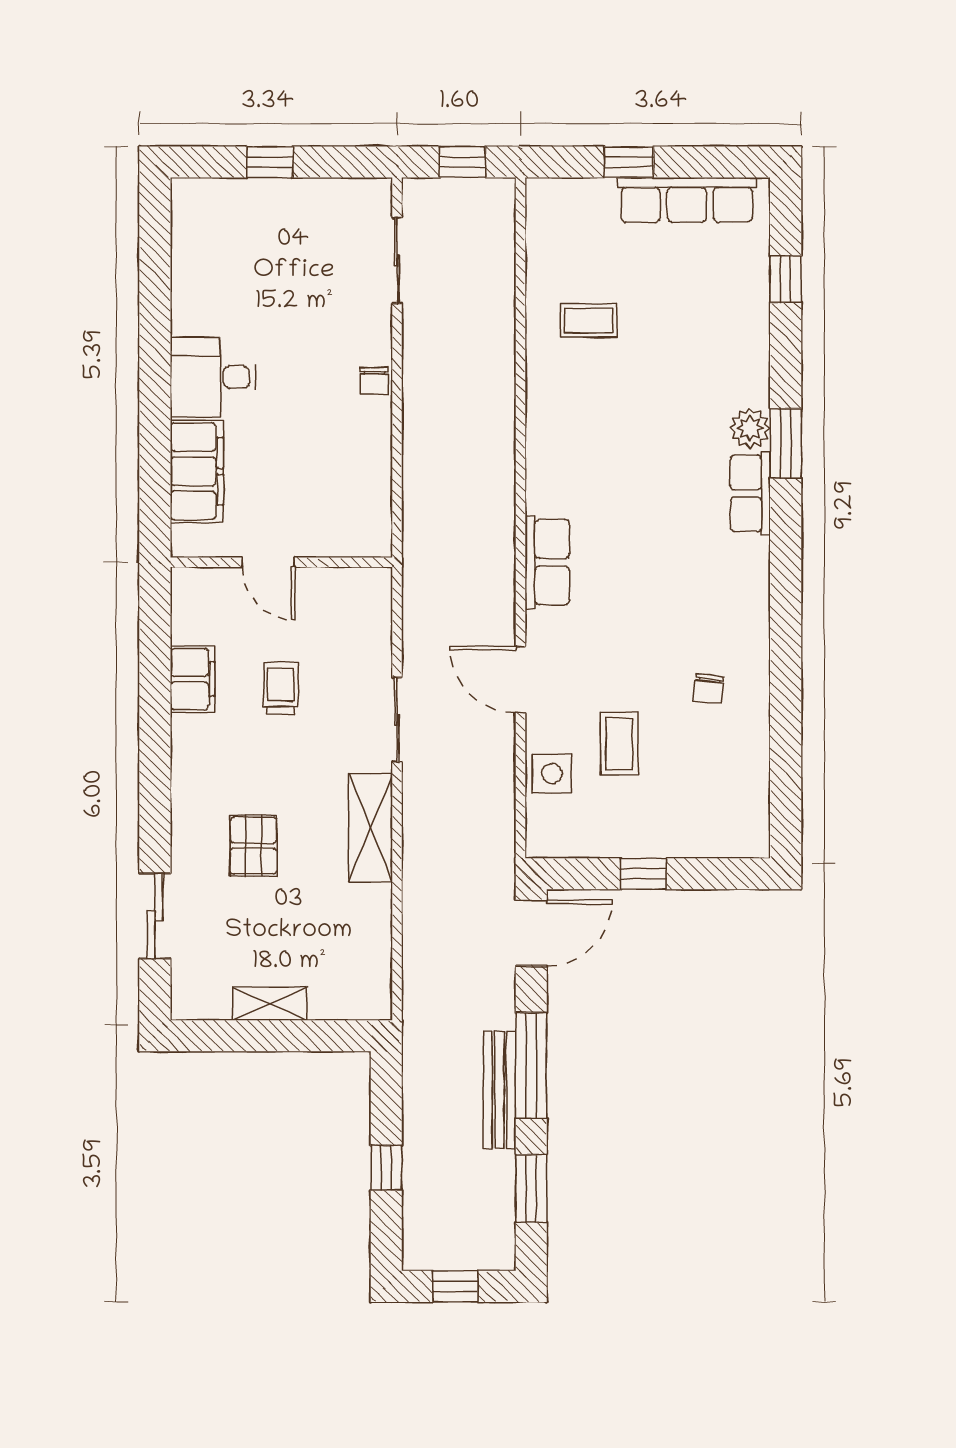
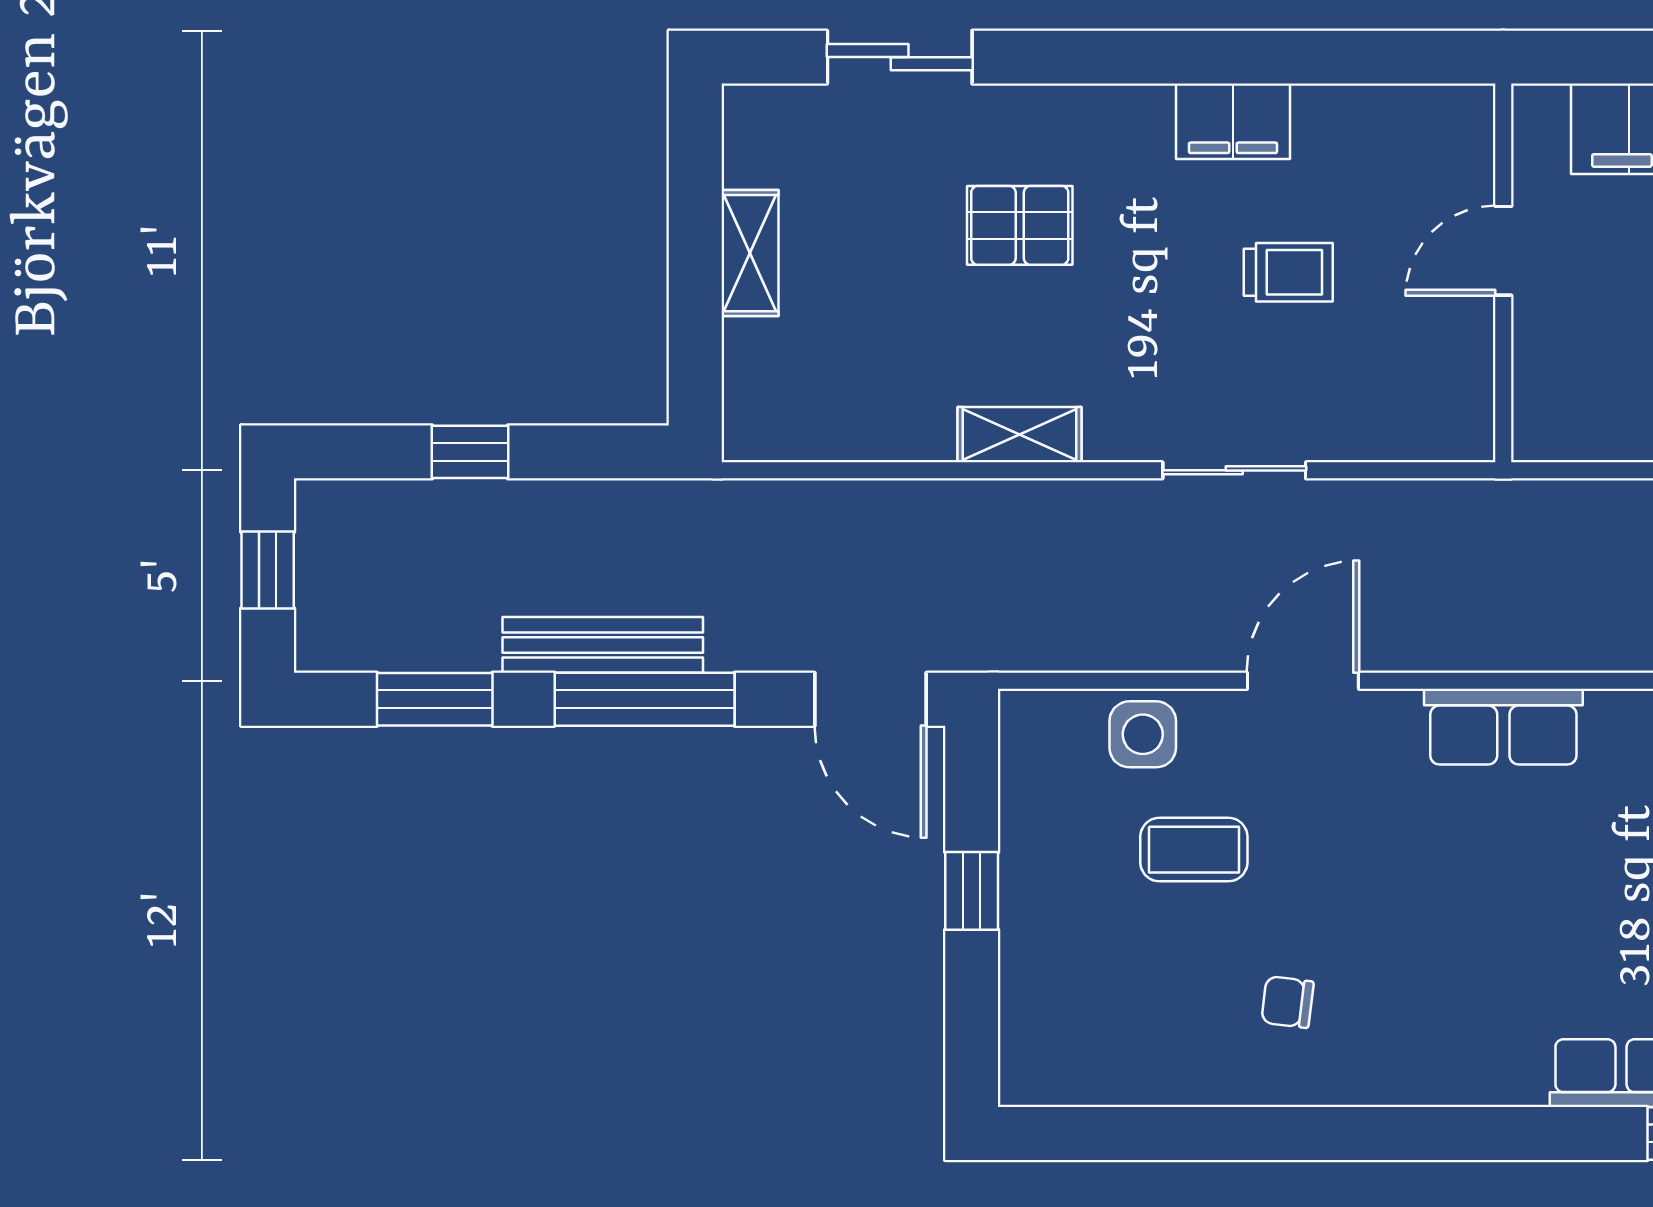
filing cabinet: (192, 679) -> (1233, 121), moved
shelving: (371, 828) -> (1019, 435), width x0.67, depth x0.75

